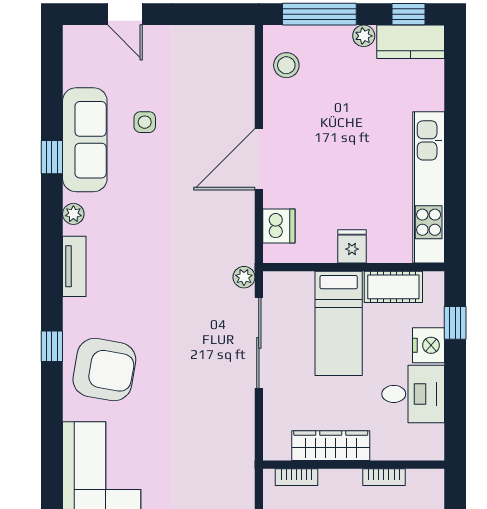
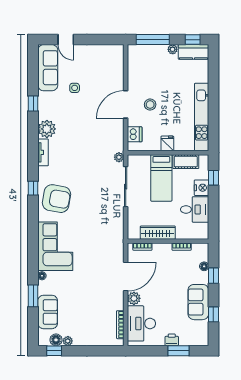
stool: (286, 65) -> (150, 105), moved
sofa: (85, 140) -> (48, 68), moved
plant: (73, 214) -> (47, 129), width x1.87, depth x1.87

